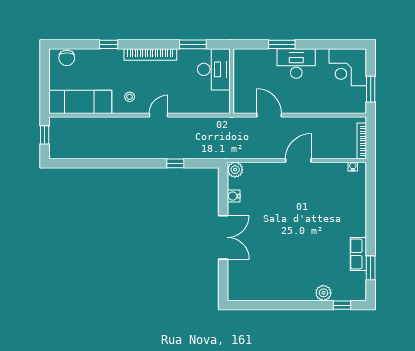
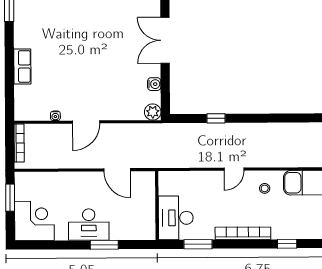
water cooler: (353, 166) -> (55, 116), moved
row of seats: (358, 254) -> (22, 66), moved

